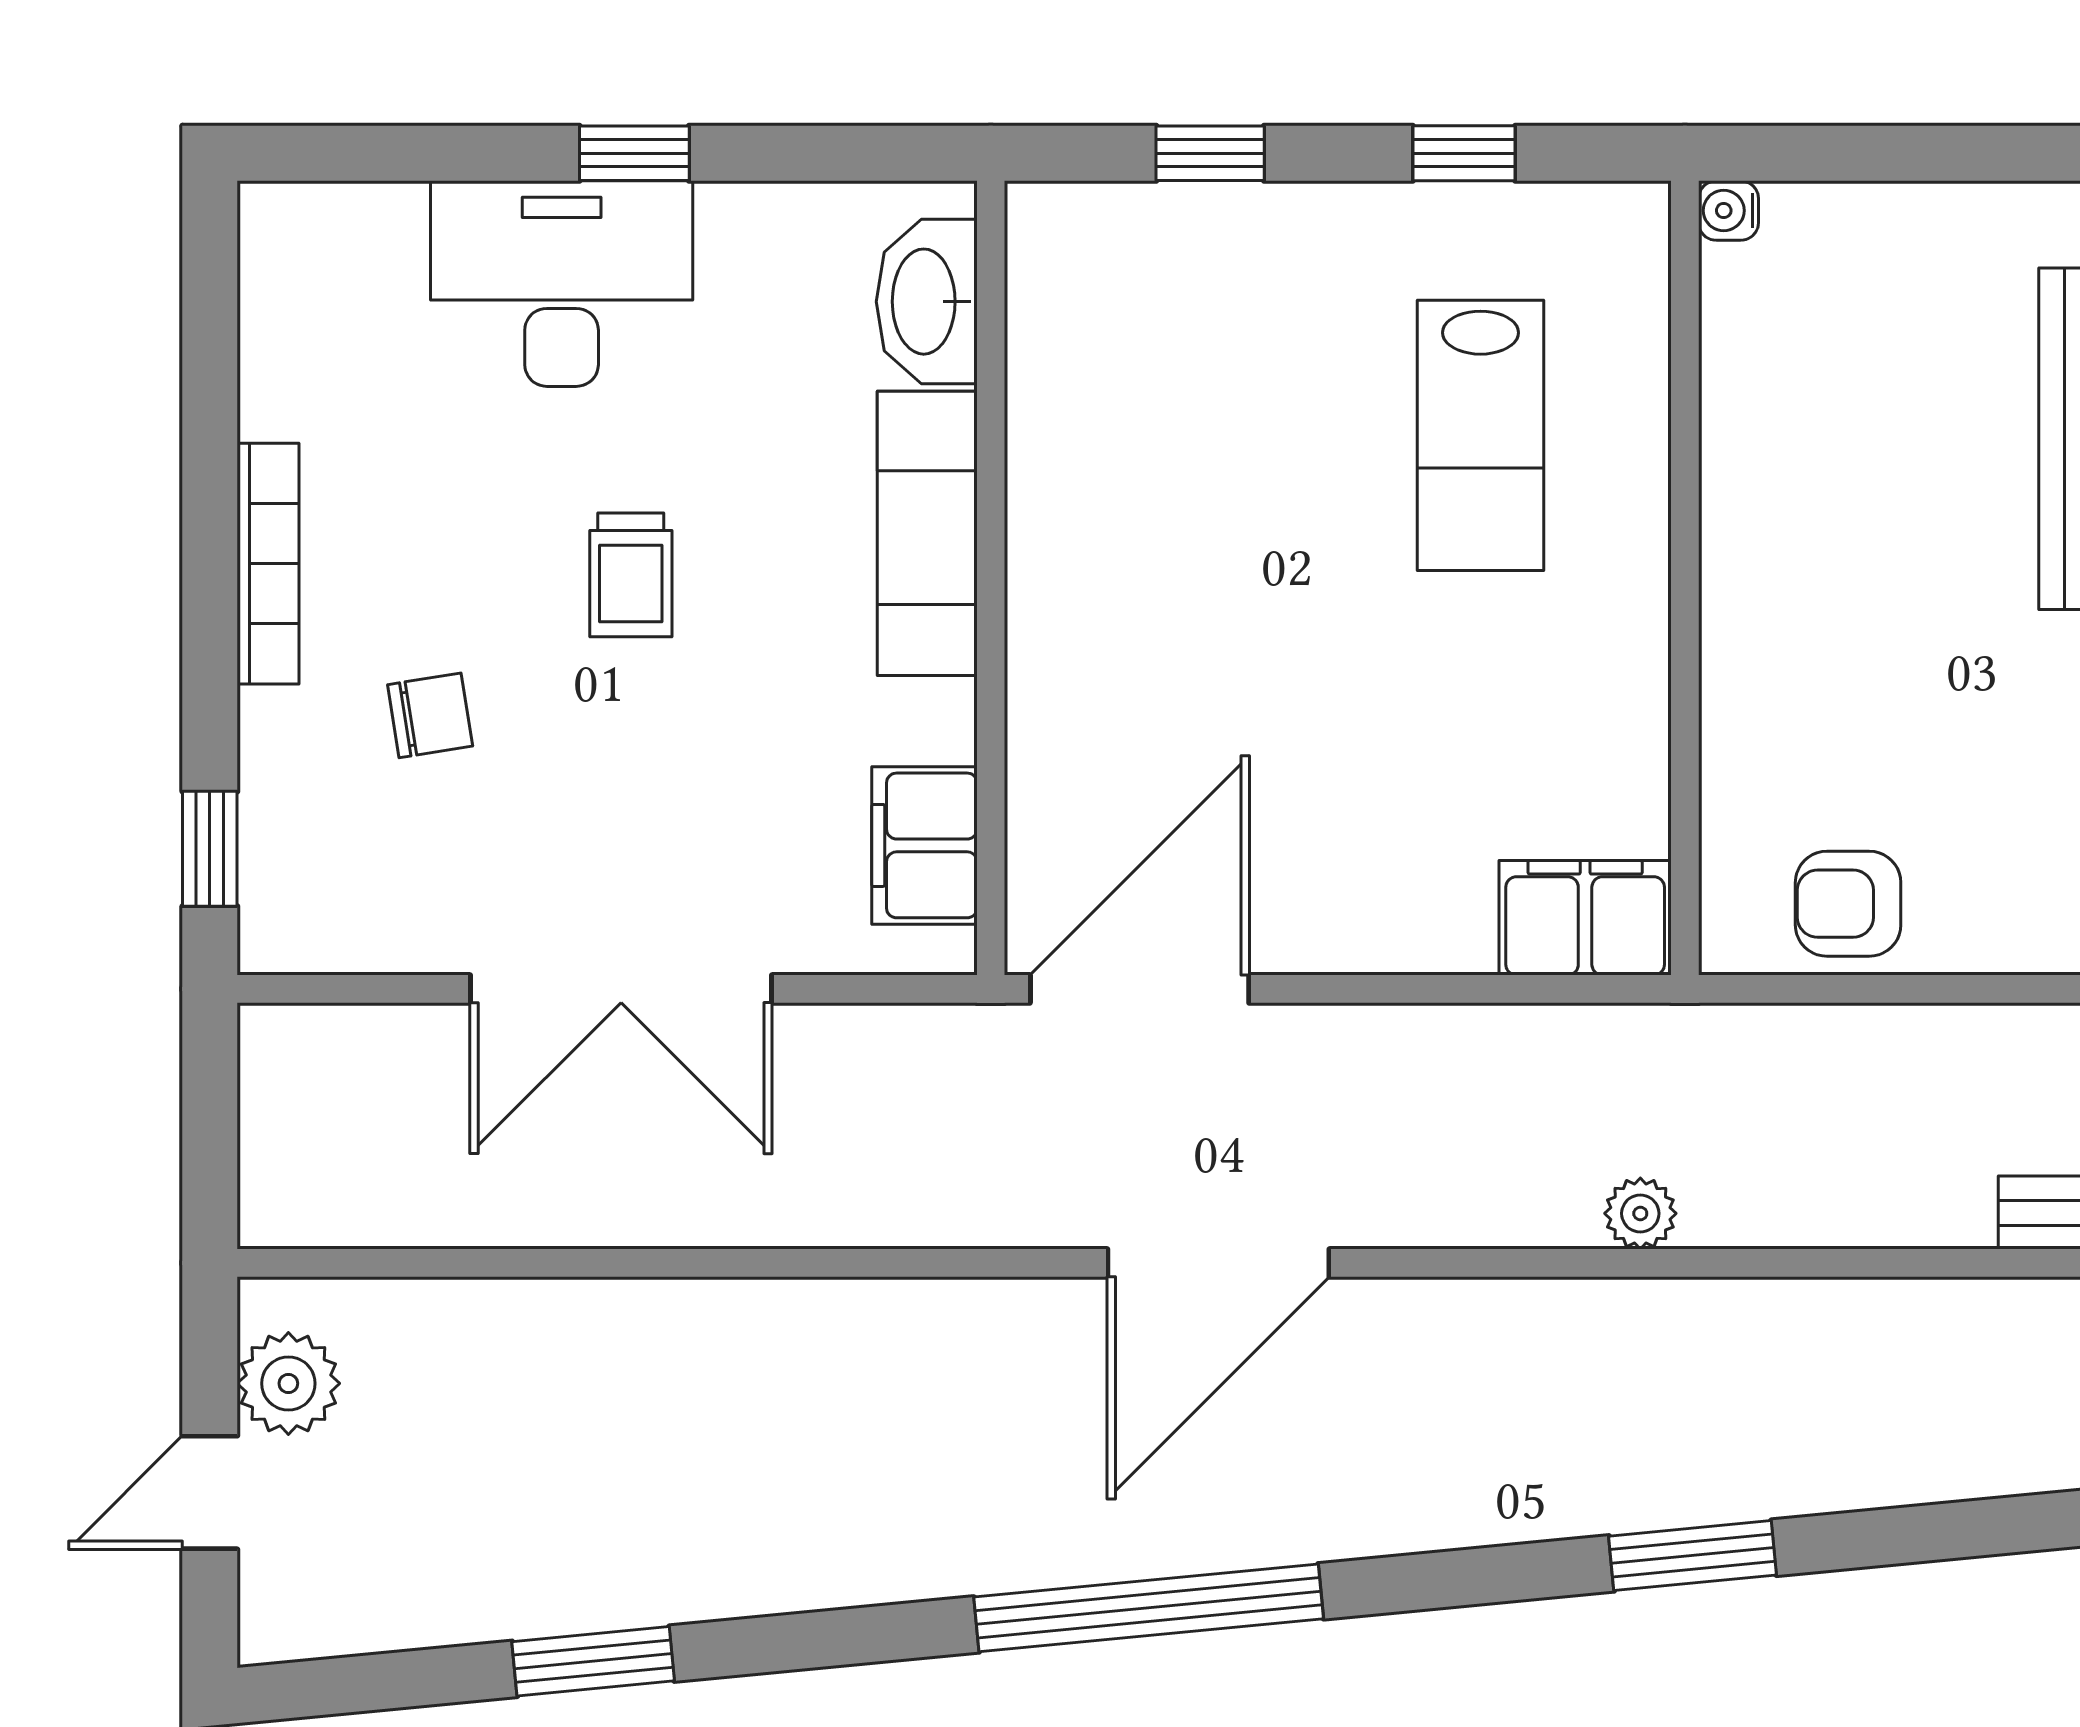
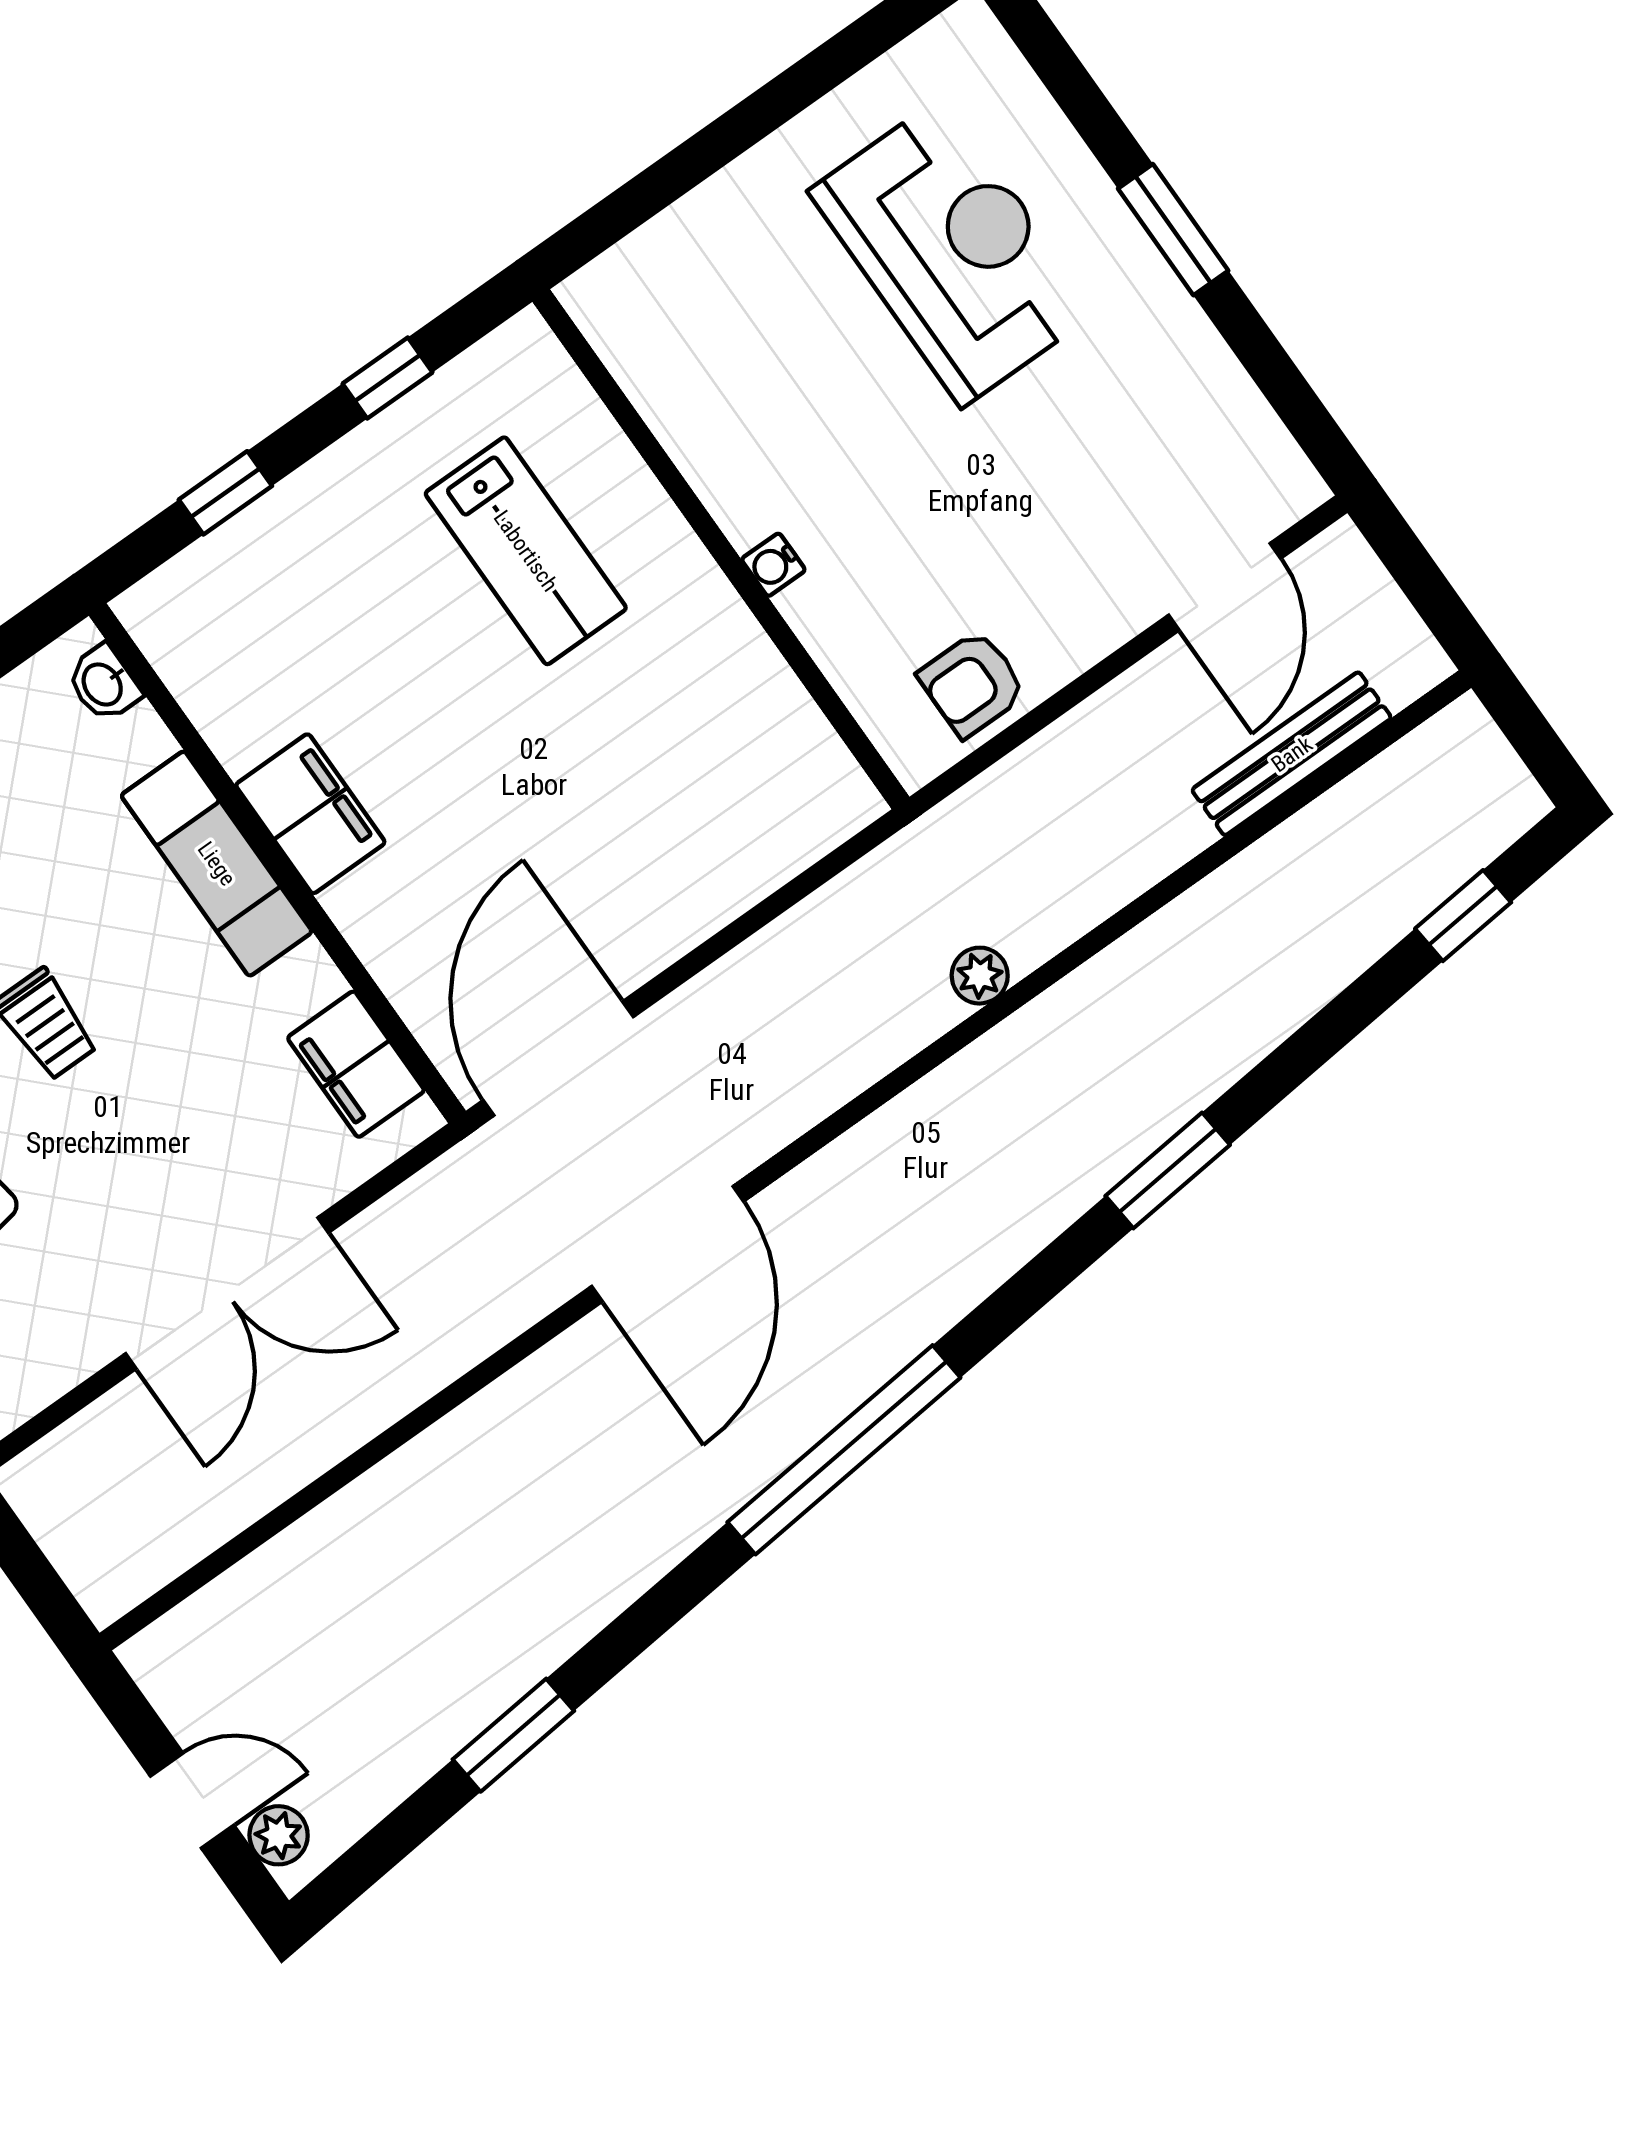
water cooler: (1728, 211) -> (773, 565), moved
washbasin: (927, 302) -> (104, 684), width x0.52, depth x0.69
filing cabinet: (1585, 918) -> (310, 814), moved, turned 90
door: (1218, 1263) -> (668, 1244), moved
plant: (288, 1383) -> (279, 1835), moved, width x0.73, depth x0.73
door: (210, 1492) -> (192, 1801), swing flipped

